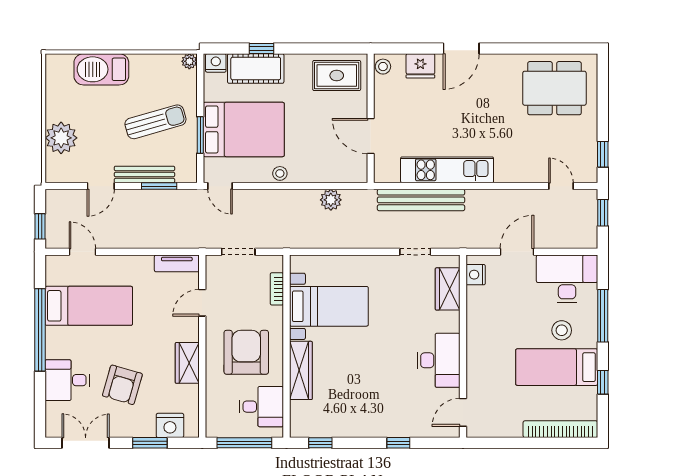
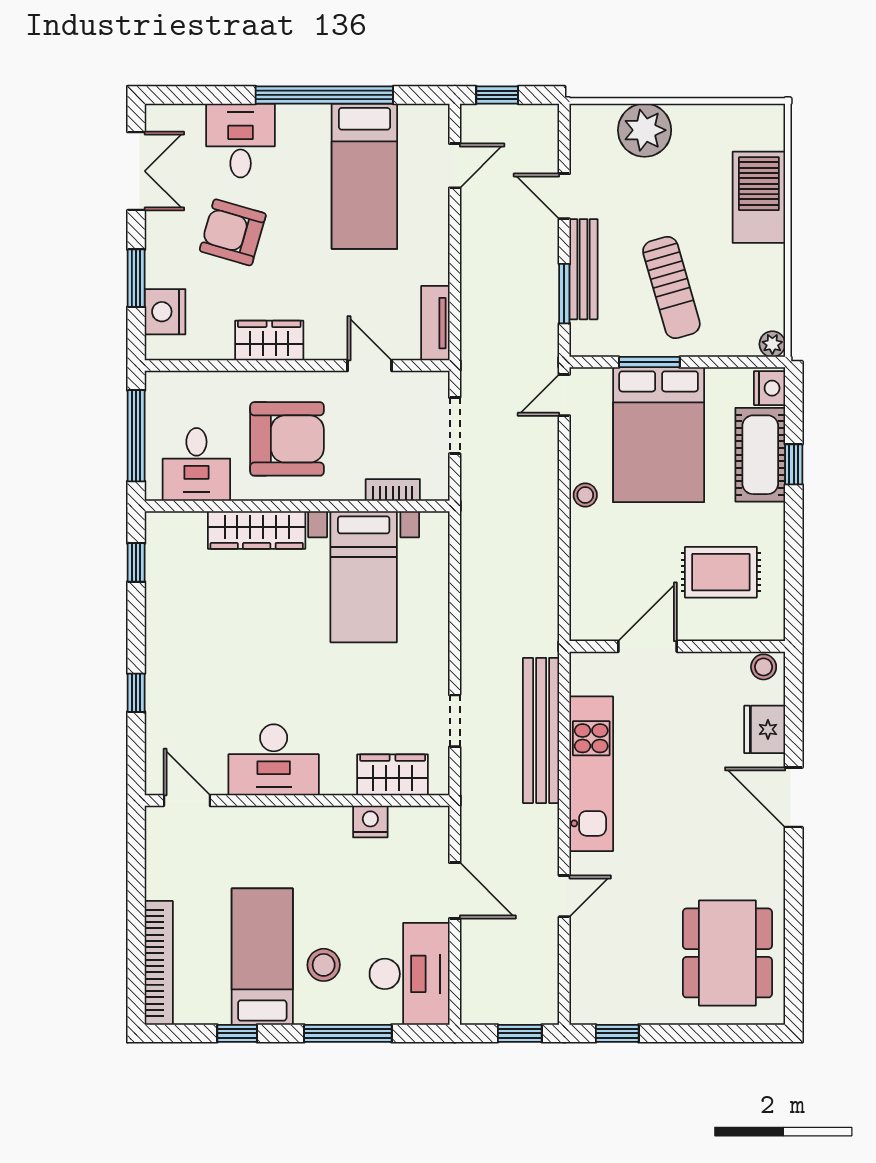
rug: (337, 75) -> (721, 572), moved, turned 90
door: (561, 186) -> (564, 896), moved
plant: (331, 200) -> (541, 580), removed
nightstand: (476, 275) -> (370, 822), moved

